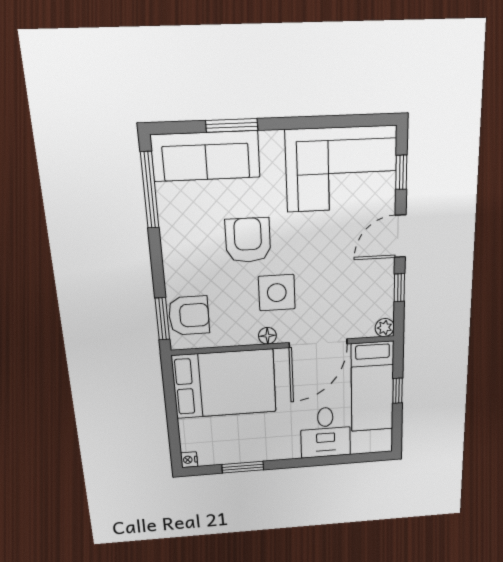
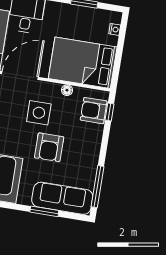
window: (162, 319) -> (110, 112), width x0.67
floor lamp: (267, 336) -> (67, 90), moved
nightstand: (189, 460) -> (115, 29), moved

